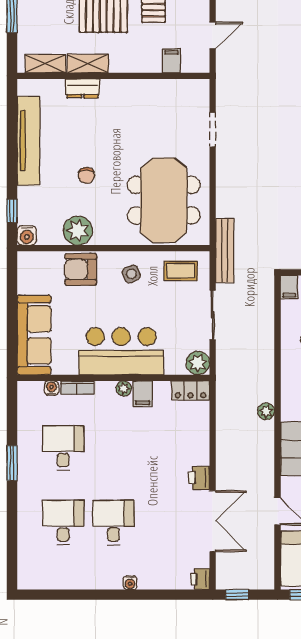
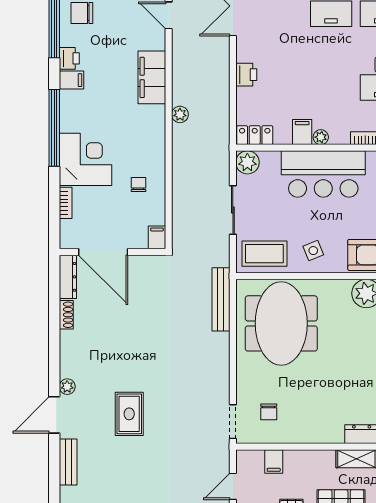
doorway: (213, 130) -> (233, 422), moved
chair: (86, 175) -> (269, 412), moved, turned 180
bench: (225, 251) -> (221, 299), moved
coffee table: (181, 271) -> (264, 254), width x1.36, depth x1.30
printer: (199, 478) -> (246, 75), moved

